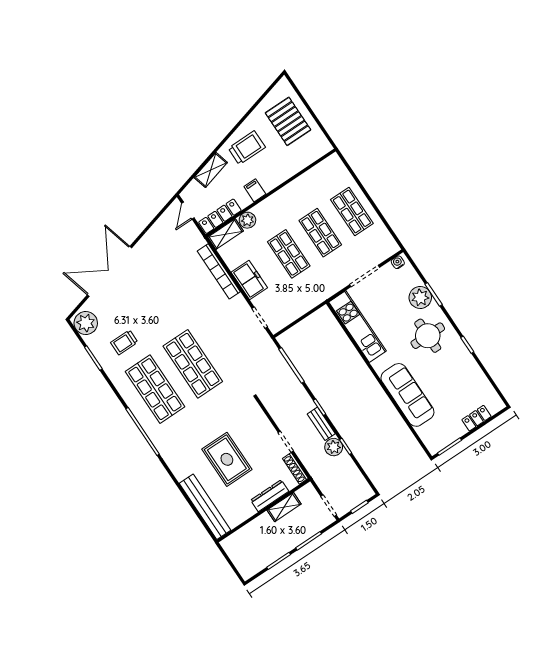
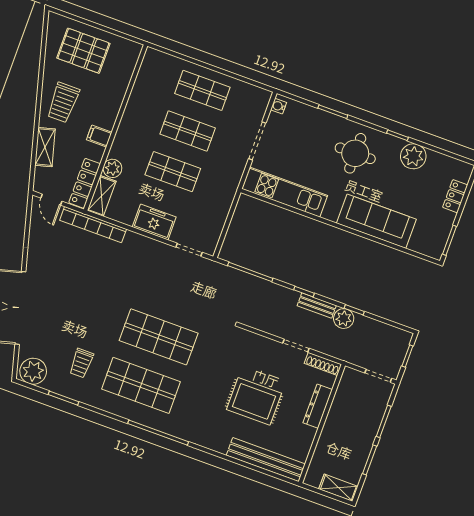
trolley: (247, 148) -> (63, 103), turned 180
bookcase: (219, 271) -> (93, 225), moved
plant: (420, 297) -> (413, 156), moved
shelving: (284, 507) -> (338, 488), moved, turned 90

